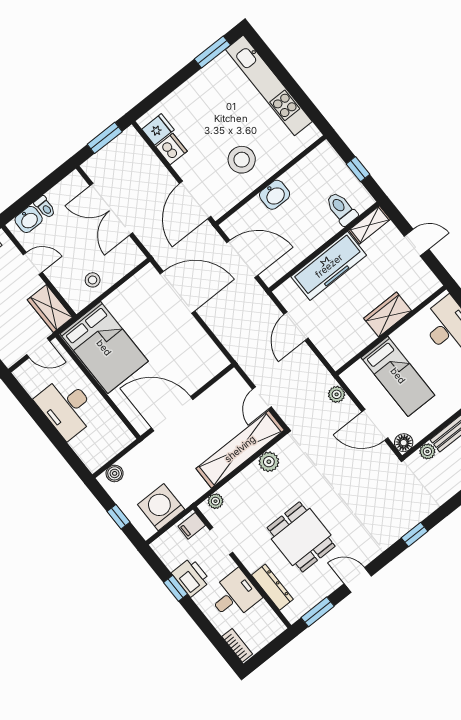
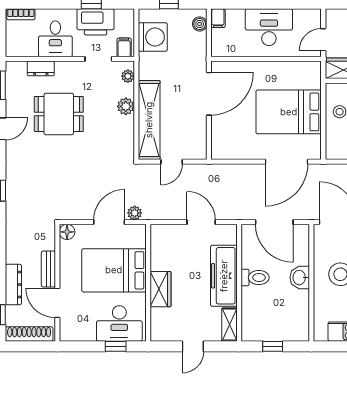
toilet: (341, 209) -> (255, 277), moved
door: (242, 259) -> (274, 222), hinge flipped
bed: (104, 348) -> (289, 112), moved
bed: (398, 376) -> (114, 270), width x1.50
door: (262, 398) -> (172, 162), swing flipped
door: (375, 425) -> (109, 222), moved
plant: (427, 451) -> (49, 243), removed
filing cabinet: (96, 461) -> (218, 18), added
plant: (269, 462) -> (126, 106), moved
printer: (191, 577) -> (96, 22), width x1.37, depth x1.19
dresser: (272, 587) -> (41, 68), width x0.70

